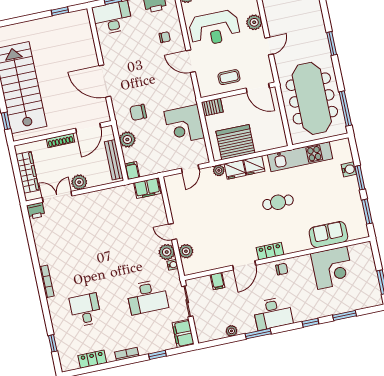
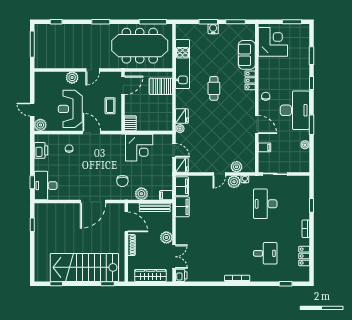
reception desk: (214, 28) -> (70, 109), turned 180
door: (269, 46) -> (93, 70), swing flipped
door: (191, 61) -> (92, 133), swing flipped
server rack: (235, 142) -> (161, 86), moved, width x0.62
fridge: (254, 165) -> (182, 165), moved
water cooler: (349, 169) -> (213, 29), moved
double door: (57, 197) -> (174, 257), swing flipped
locker: (270, 251) -> (250, 80), moved
corner desk: (332, 268) -> (273, 42), moved
desk: (147, 297) -> (265, 204), turned 180
desk: (85, 310) -> (265, 253), turned 180
desk: (273, 313) -> (295, 110), width x1.36, depth x1.30
filing cabinet: (183, 334) -> (182, 207), moved, turned -90

